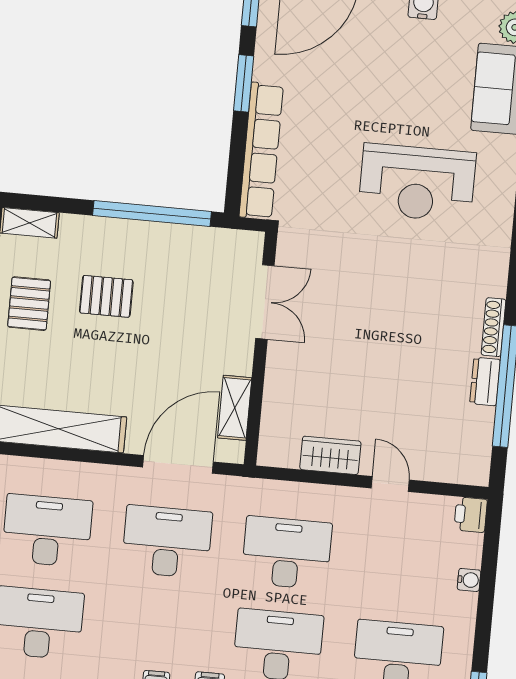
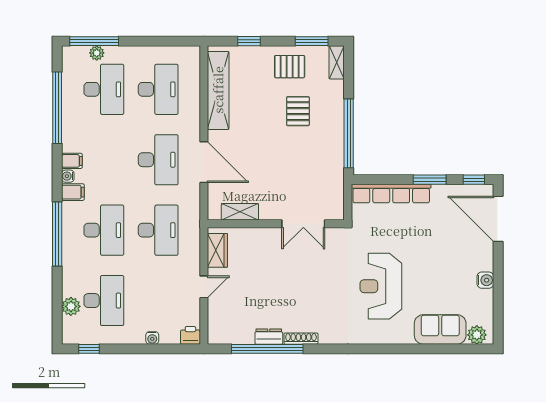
double door: (265, 302) -> (303, 224), moved
wall: (261, 349) -> (276, 224), moved
shelving: (235, 408) -> (240, 212), moved

